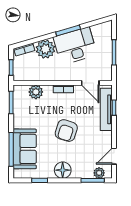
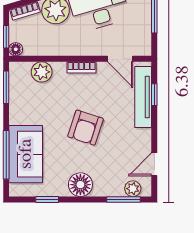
floor lamp: (18, 76) -> (16, 49), added

